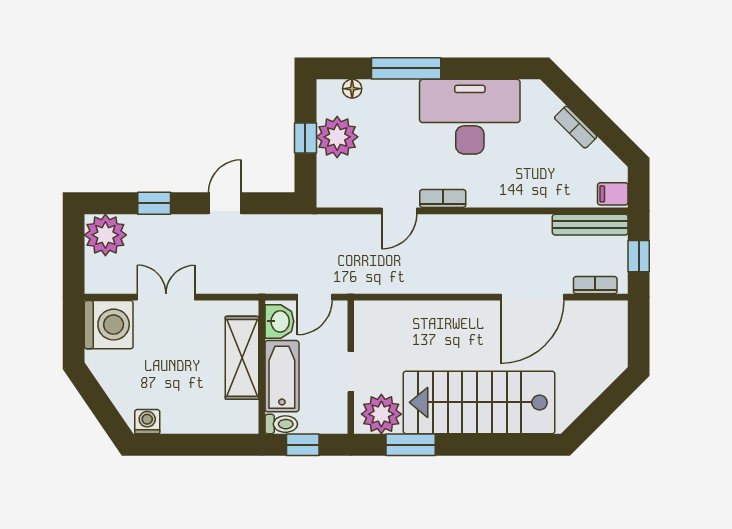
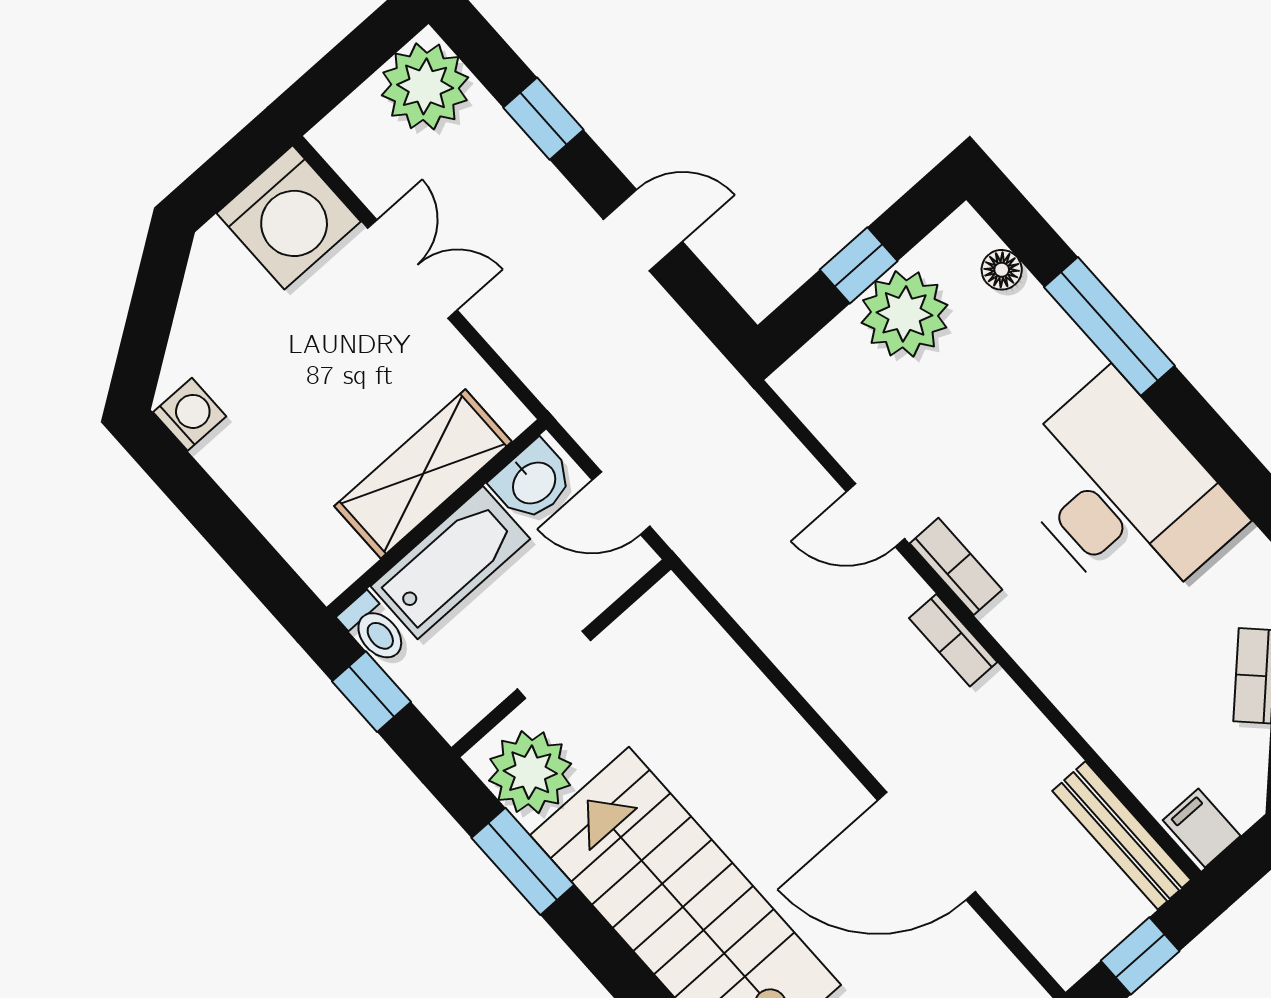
bookcase: (595, 285) -> (953, 640), moved, turned 180

